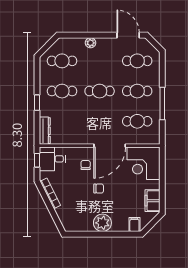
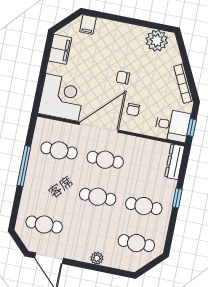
cafe table: (137, 91) -> (105, 160), moved
plant: (102, 223) -> (157, 41), moved

